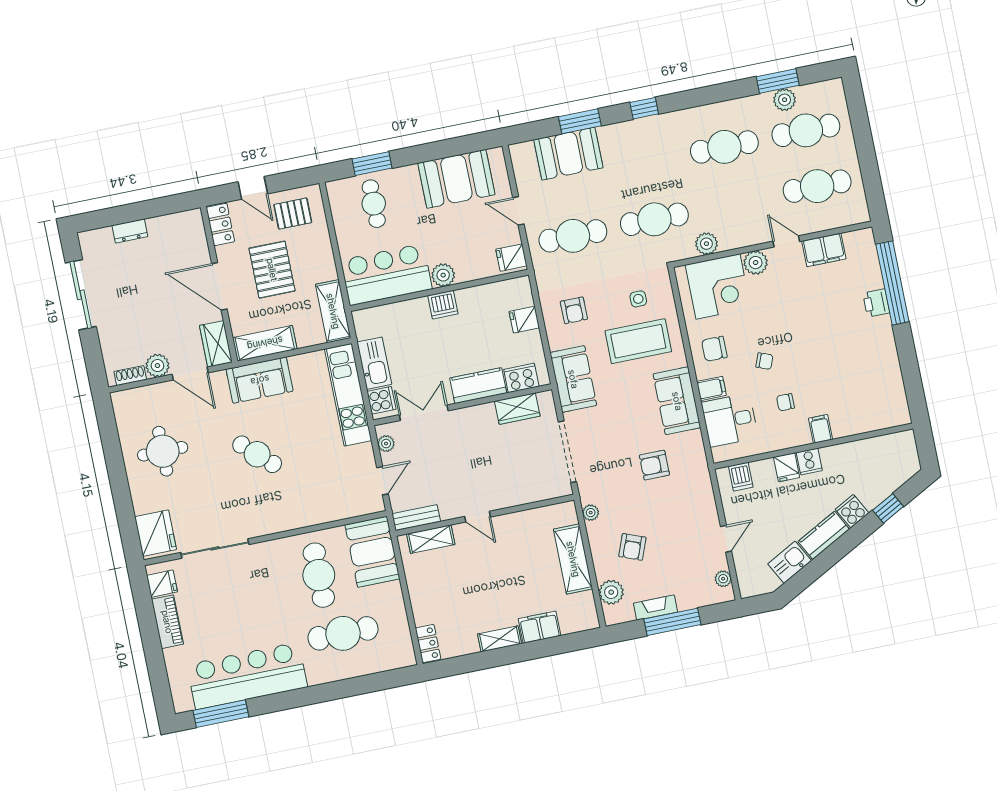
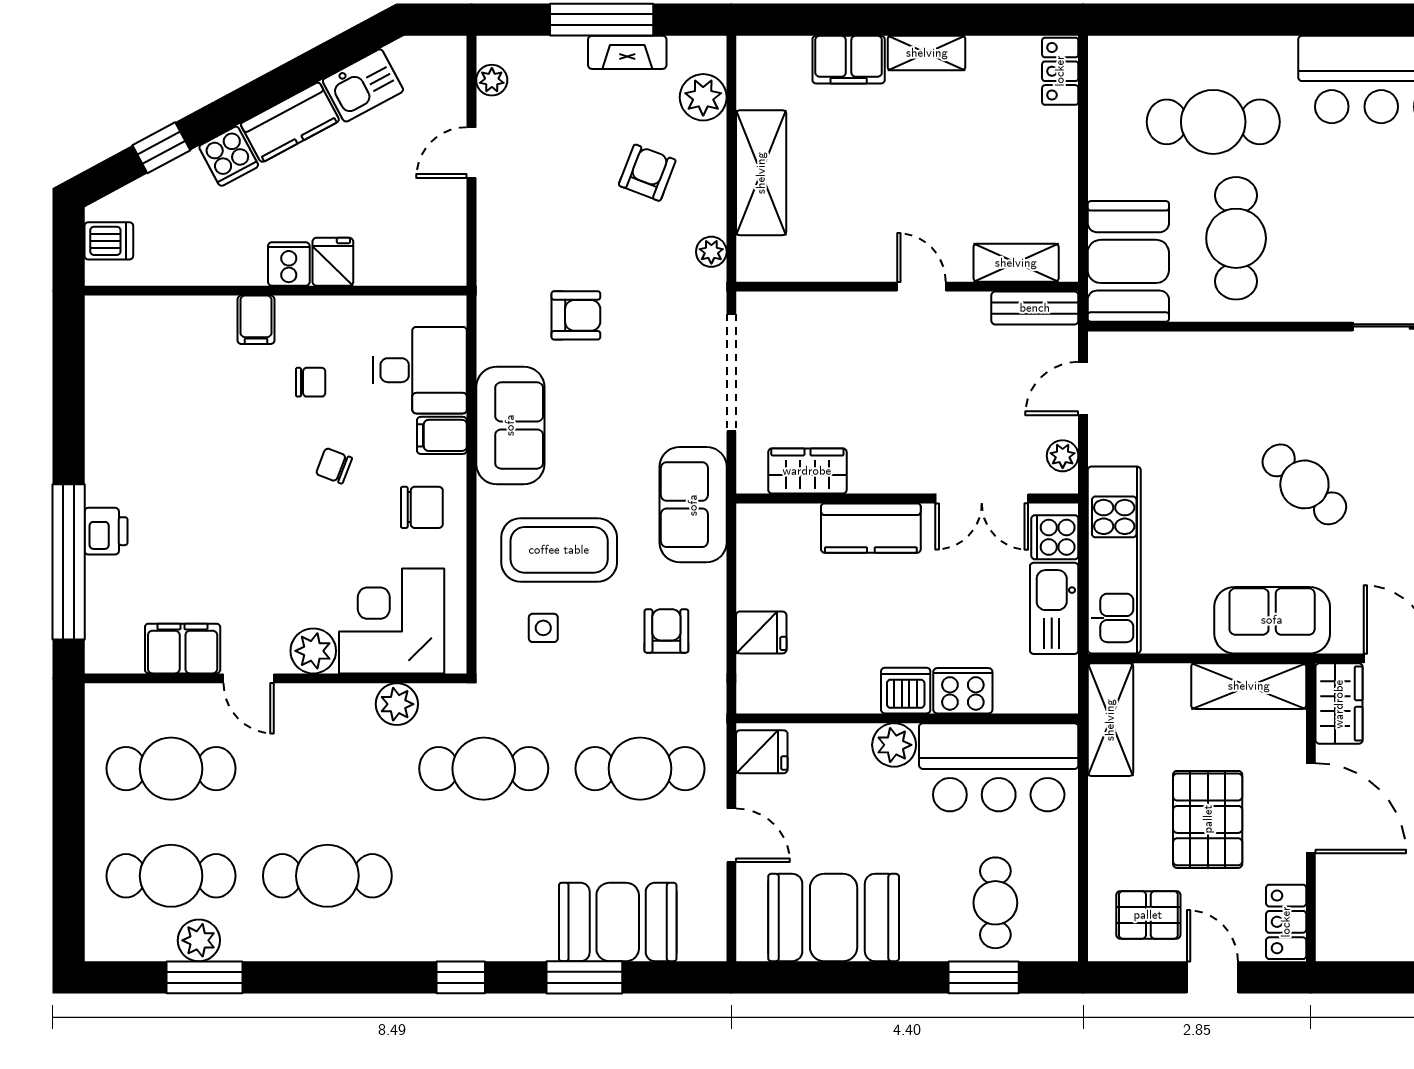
cooker: (521, 378) -> (963, 691), moved, turned 180
dishwasher: (741, 477) -> (109, 241), moved, turned 90

